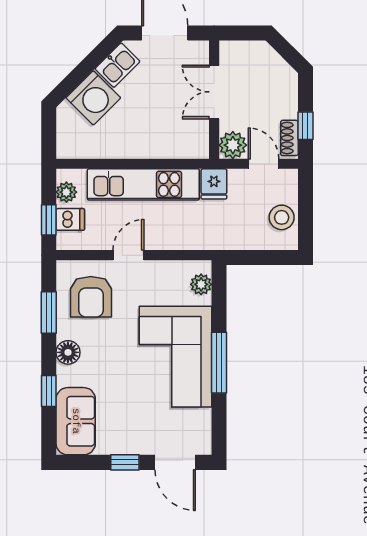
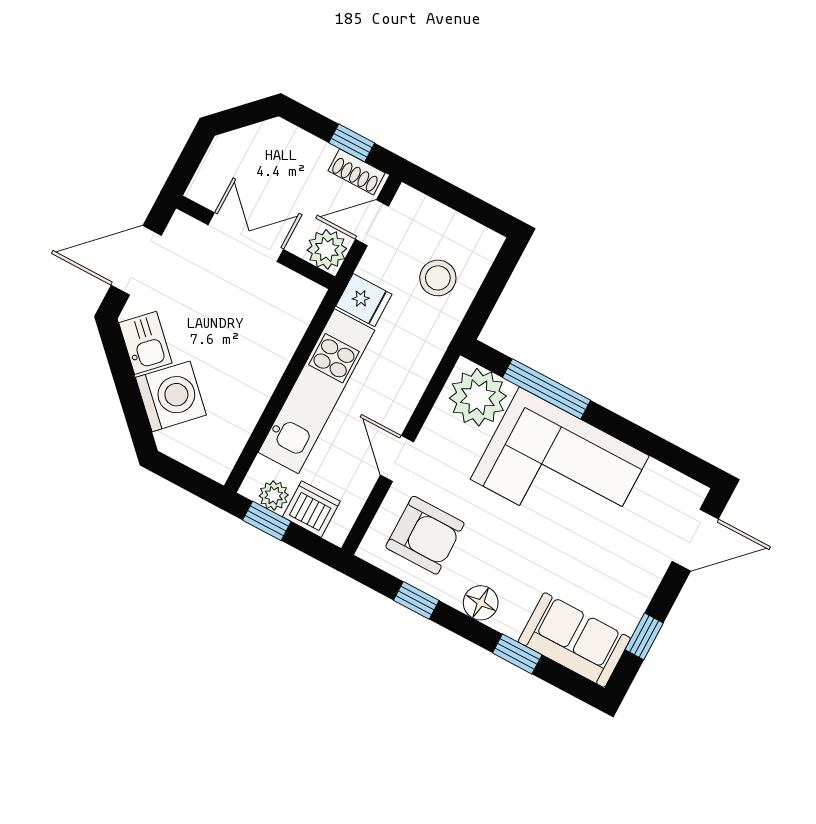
double door: (214, 92) -> (246, 237), swing flipped
stool: (282, 217) -> (438, 278), moved
dishwasher: (70, 219) -> (311, 509), width x1.38
window: (49, 220) -> (267, 521), moved
plant: (201, 284) -> (478, 397), width x1.88, depth x1.88
window: (49, 313) -> (416, 600), width x0.67
window: (219, 363) -> (546, 389), moved
window: (125, 462) -> (644, 636), moved

